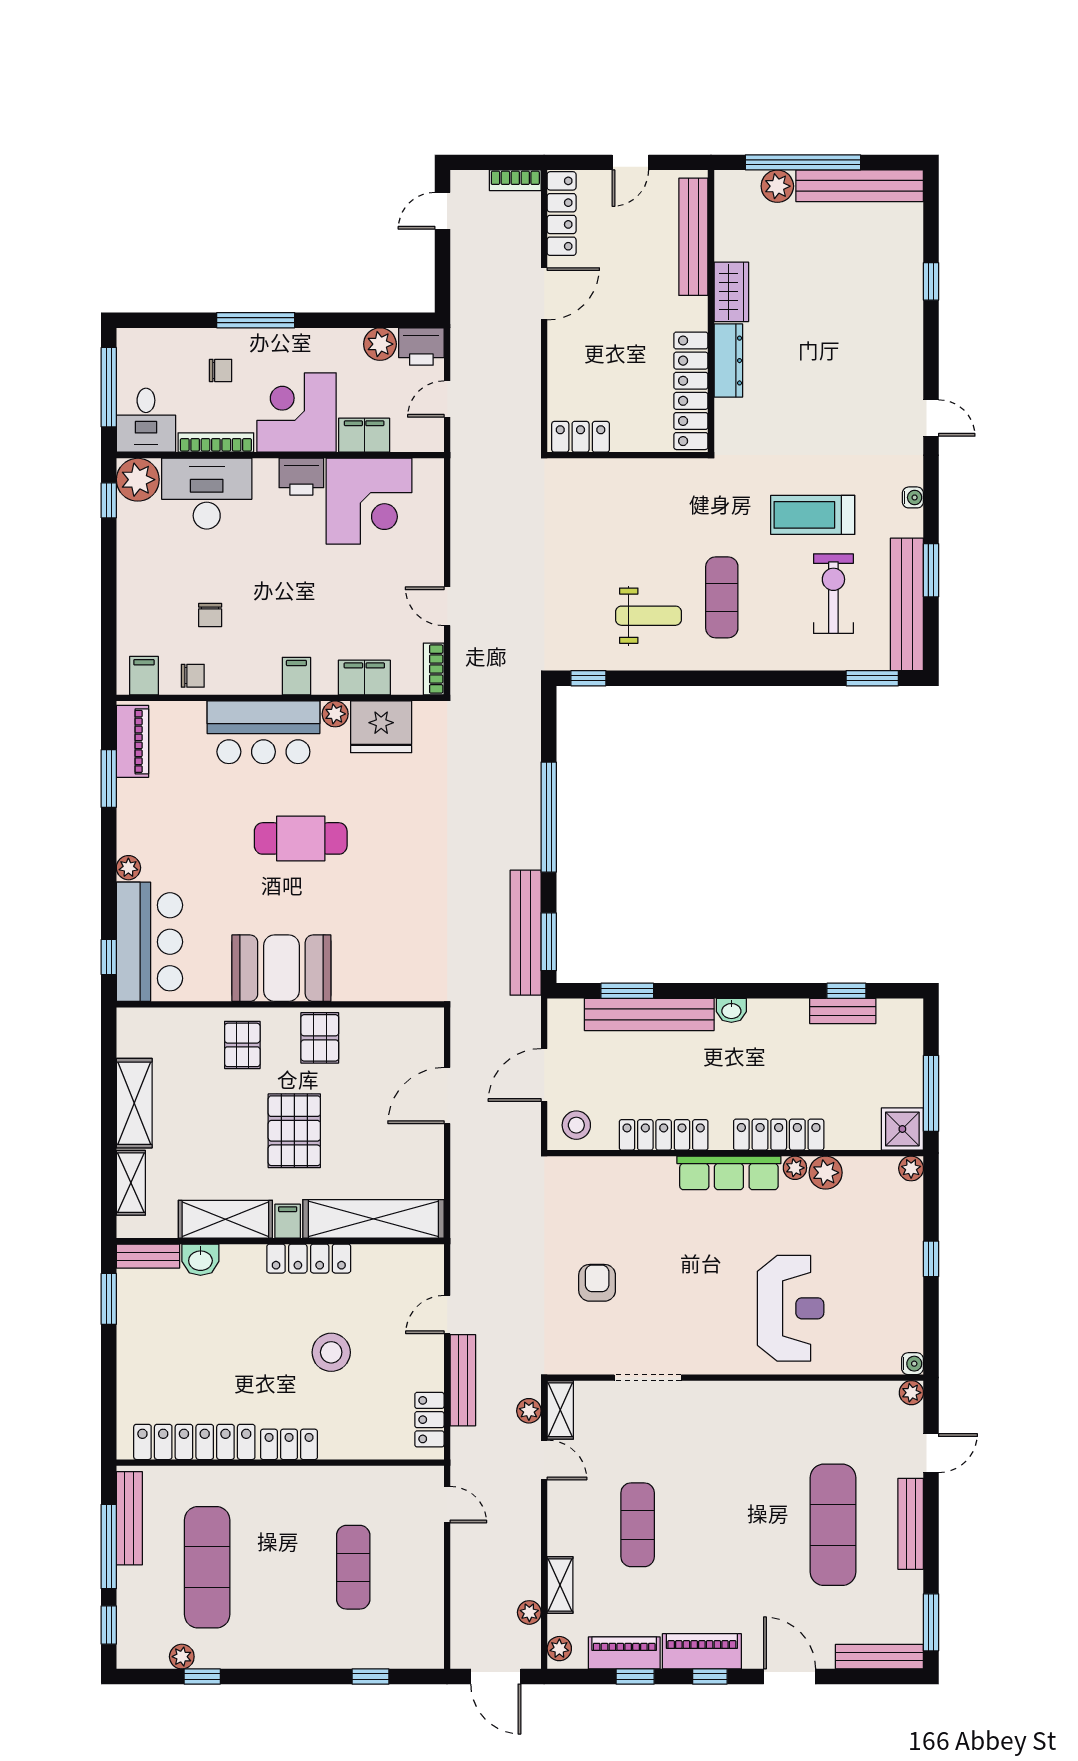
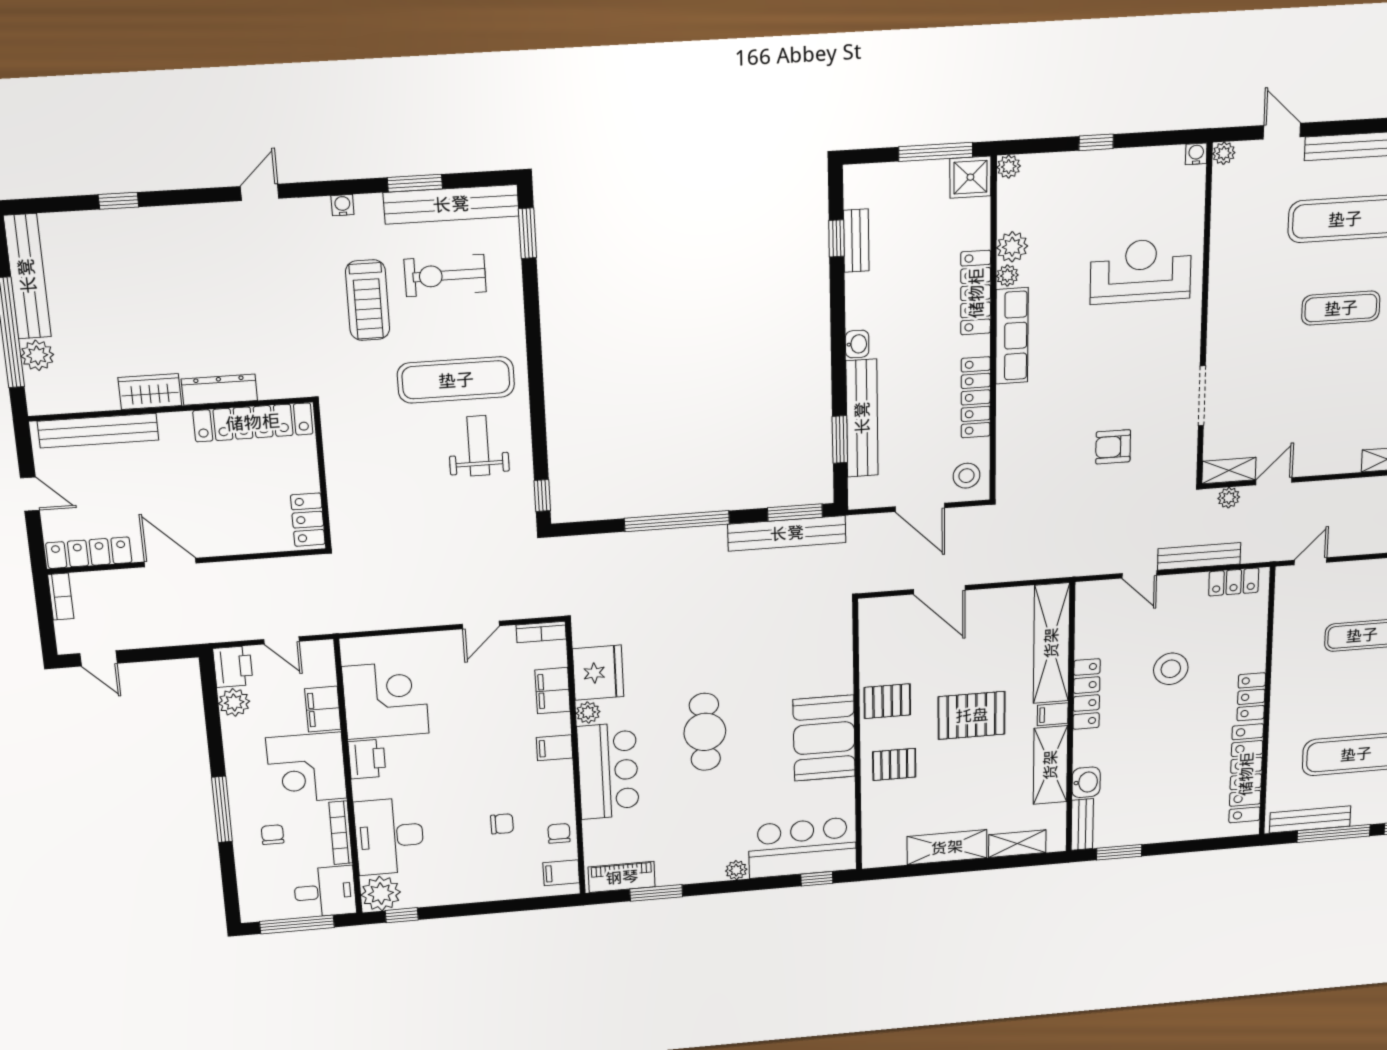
exercise mat: (722, 597) -> (456, 380), width x1.36, depth x1.45
exercise mat: (638, 1525) -> (1341, 308), moved

